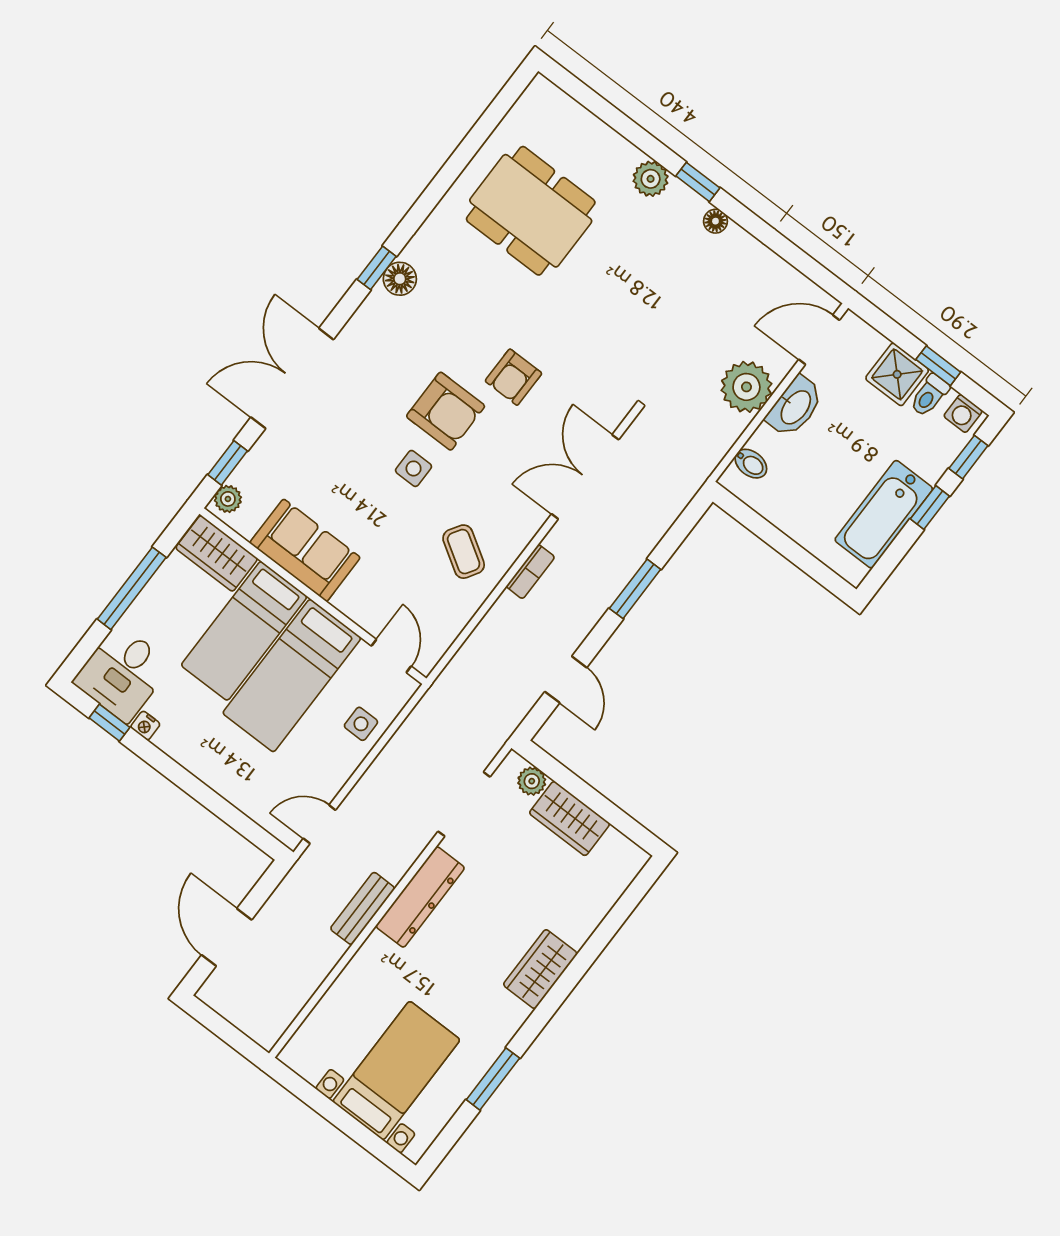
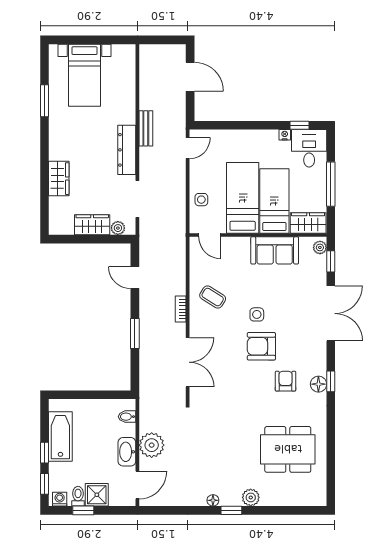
armchair: (513, 377) -> (286, 381), moved
wardrobe: (540, 969) -> (59, 179), moved

